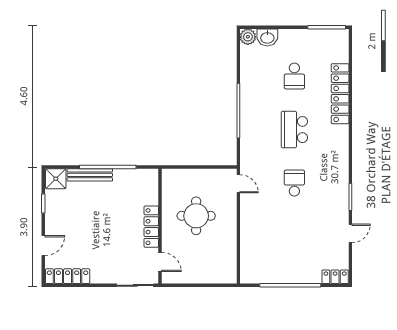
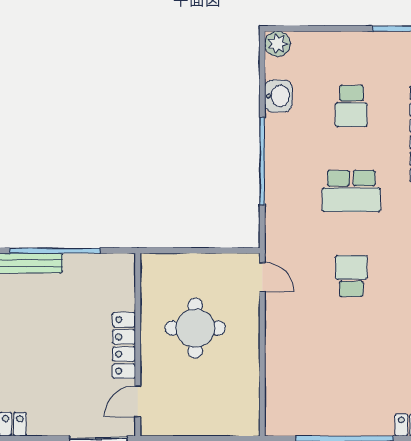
washbasin: (267, 37) -> (278, 96), moved, turned -90
school desk: (294, 130) -> (351, 191), turned -90
door: (160, 262) -> (138, 401), swing flipped

